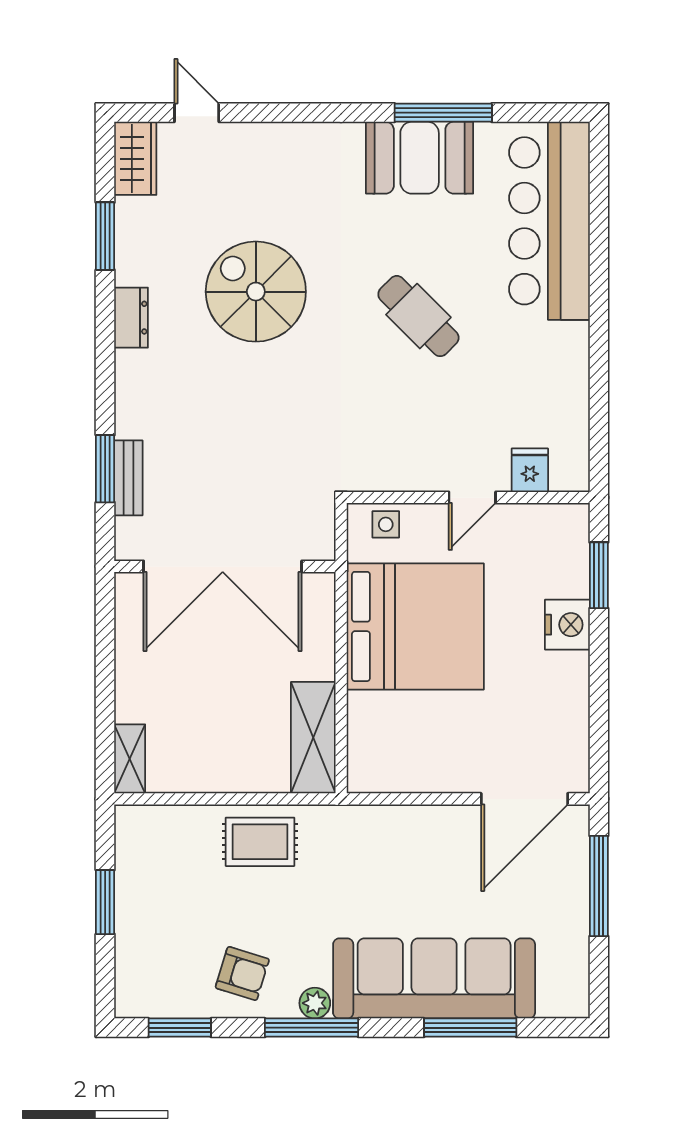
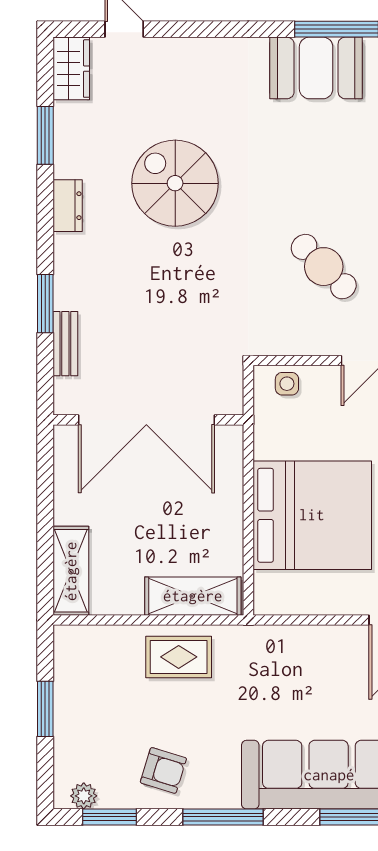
cafe table: (418, 316) -> (324, 267), moved
window: (105, 469) -> (45, 304), moved
bed: (415, 626) -> (312, 515), moved
shelving: (313, 738) -> (193, 596), moved, turned 90
shelving: (130, 759) -> (71, 571), width x1.50, depth x1.33
plant: (315, 1003) -> (84, 796), moved

